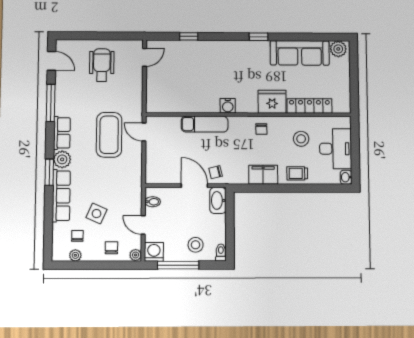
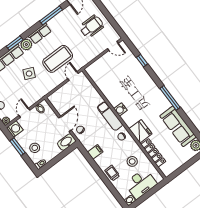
window: (259, 37) -> (170, 98), width x2.17
exam couch: (205, 124) -> (110, 116), moved
filing cabinet: (263, 175) -> (95, 152), width x0.50
side table: (97, 214) -> (29, 74), moved
window: (178, 265) -> (17, 147), width x0.69

